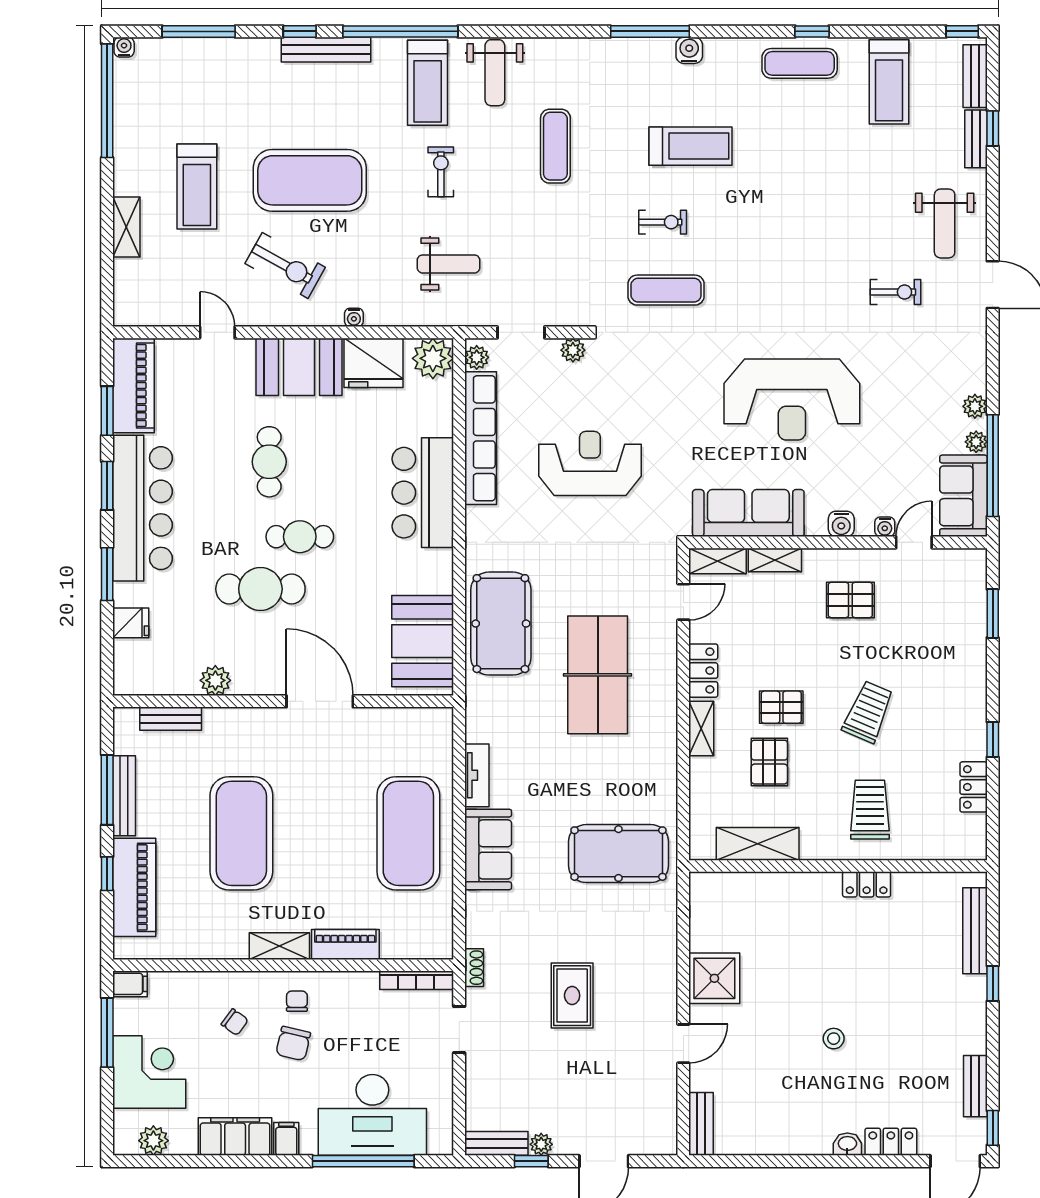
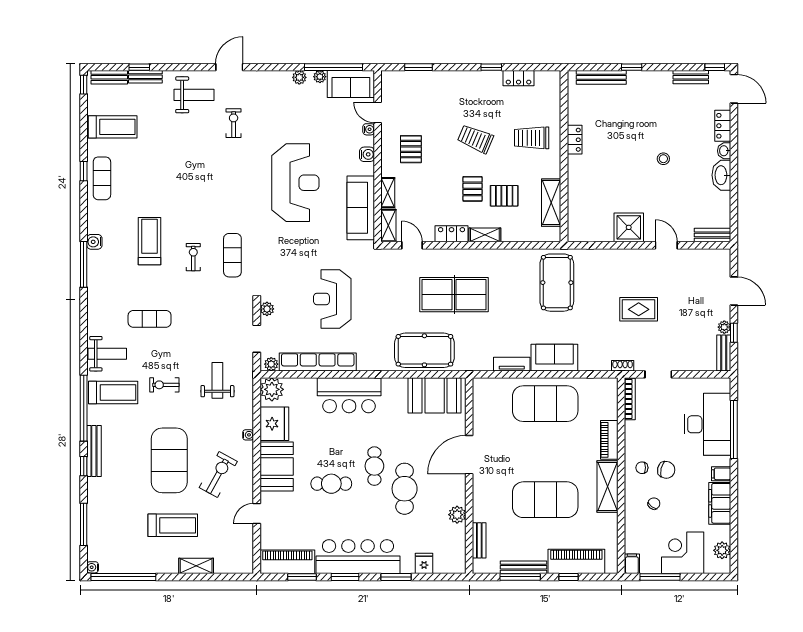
shelving: (279, 946) -> (608, 486), width x1.50, depth x1.33
washbasin: (805, 1139) -> (721, 175), added

